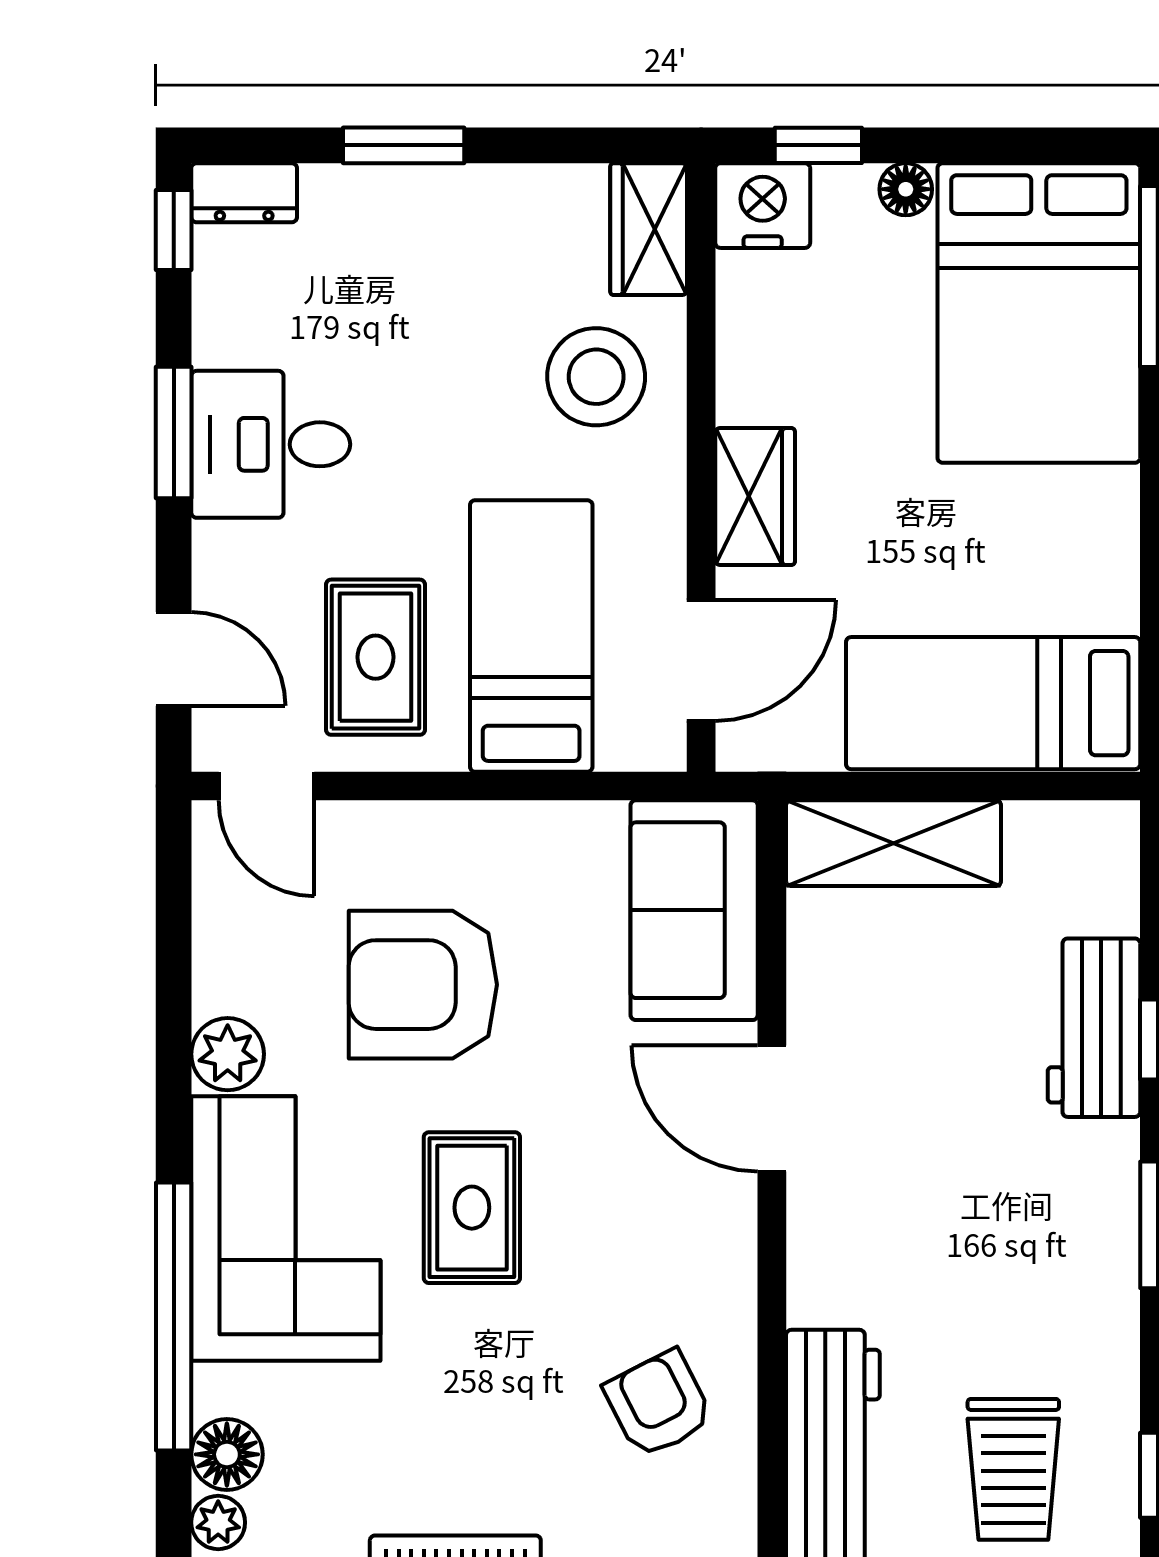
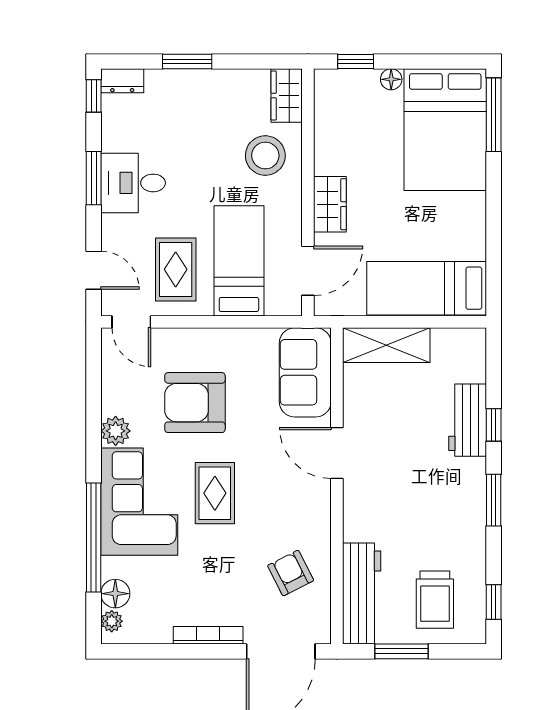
nightstand: (763, 206) -> (333, 86), removed

